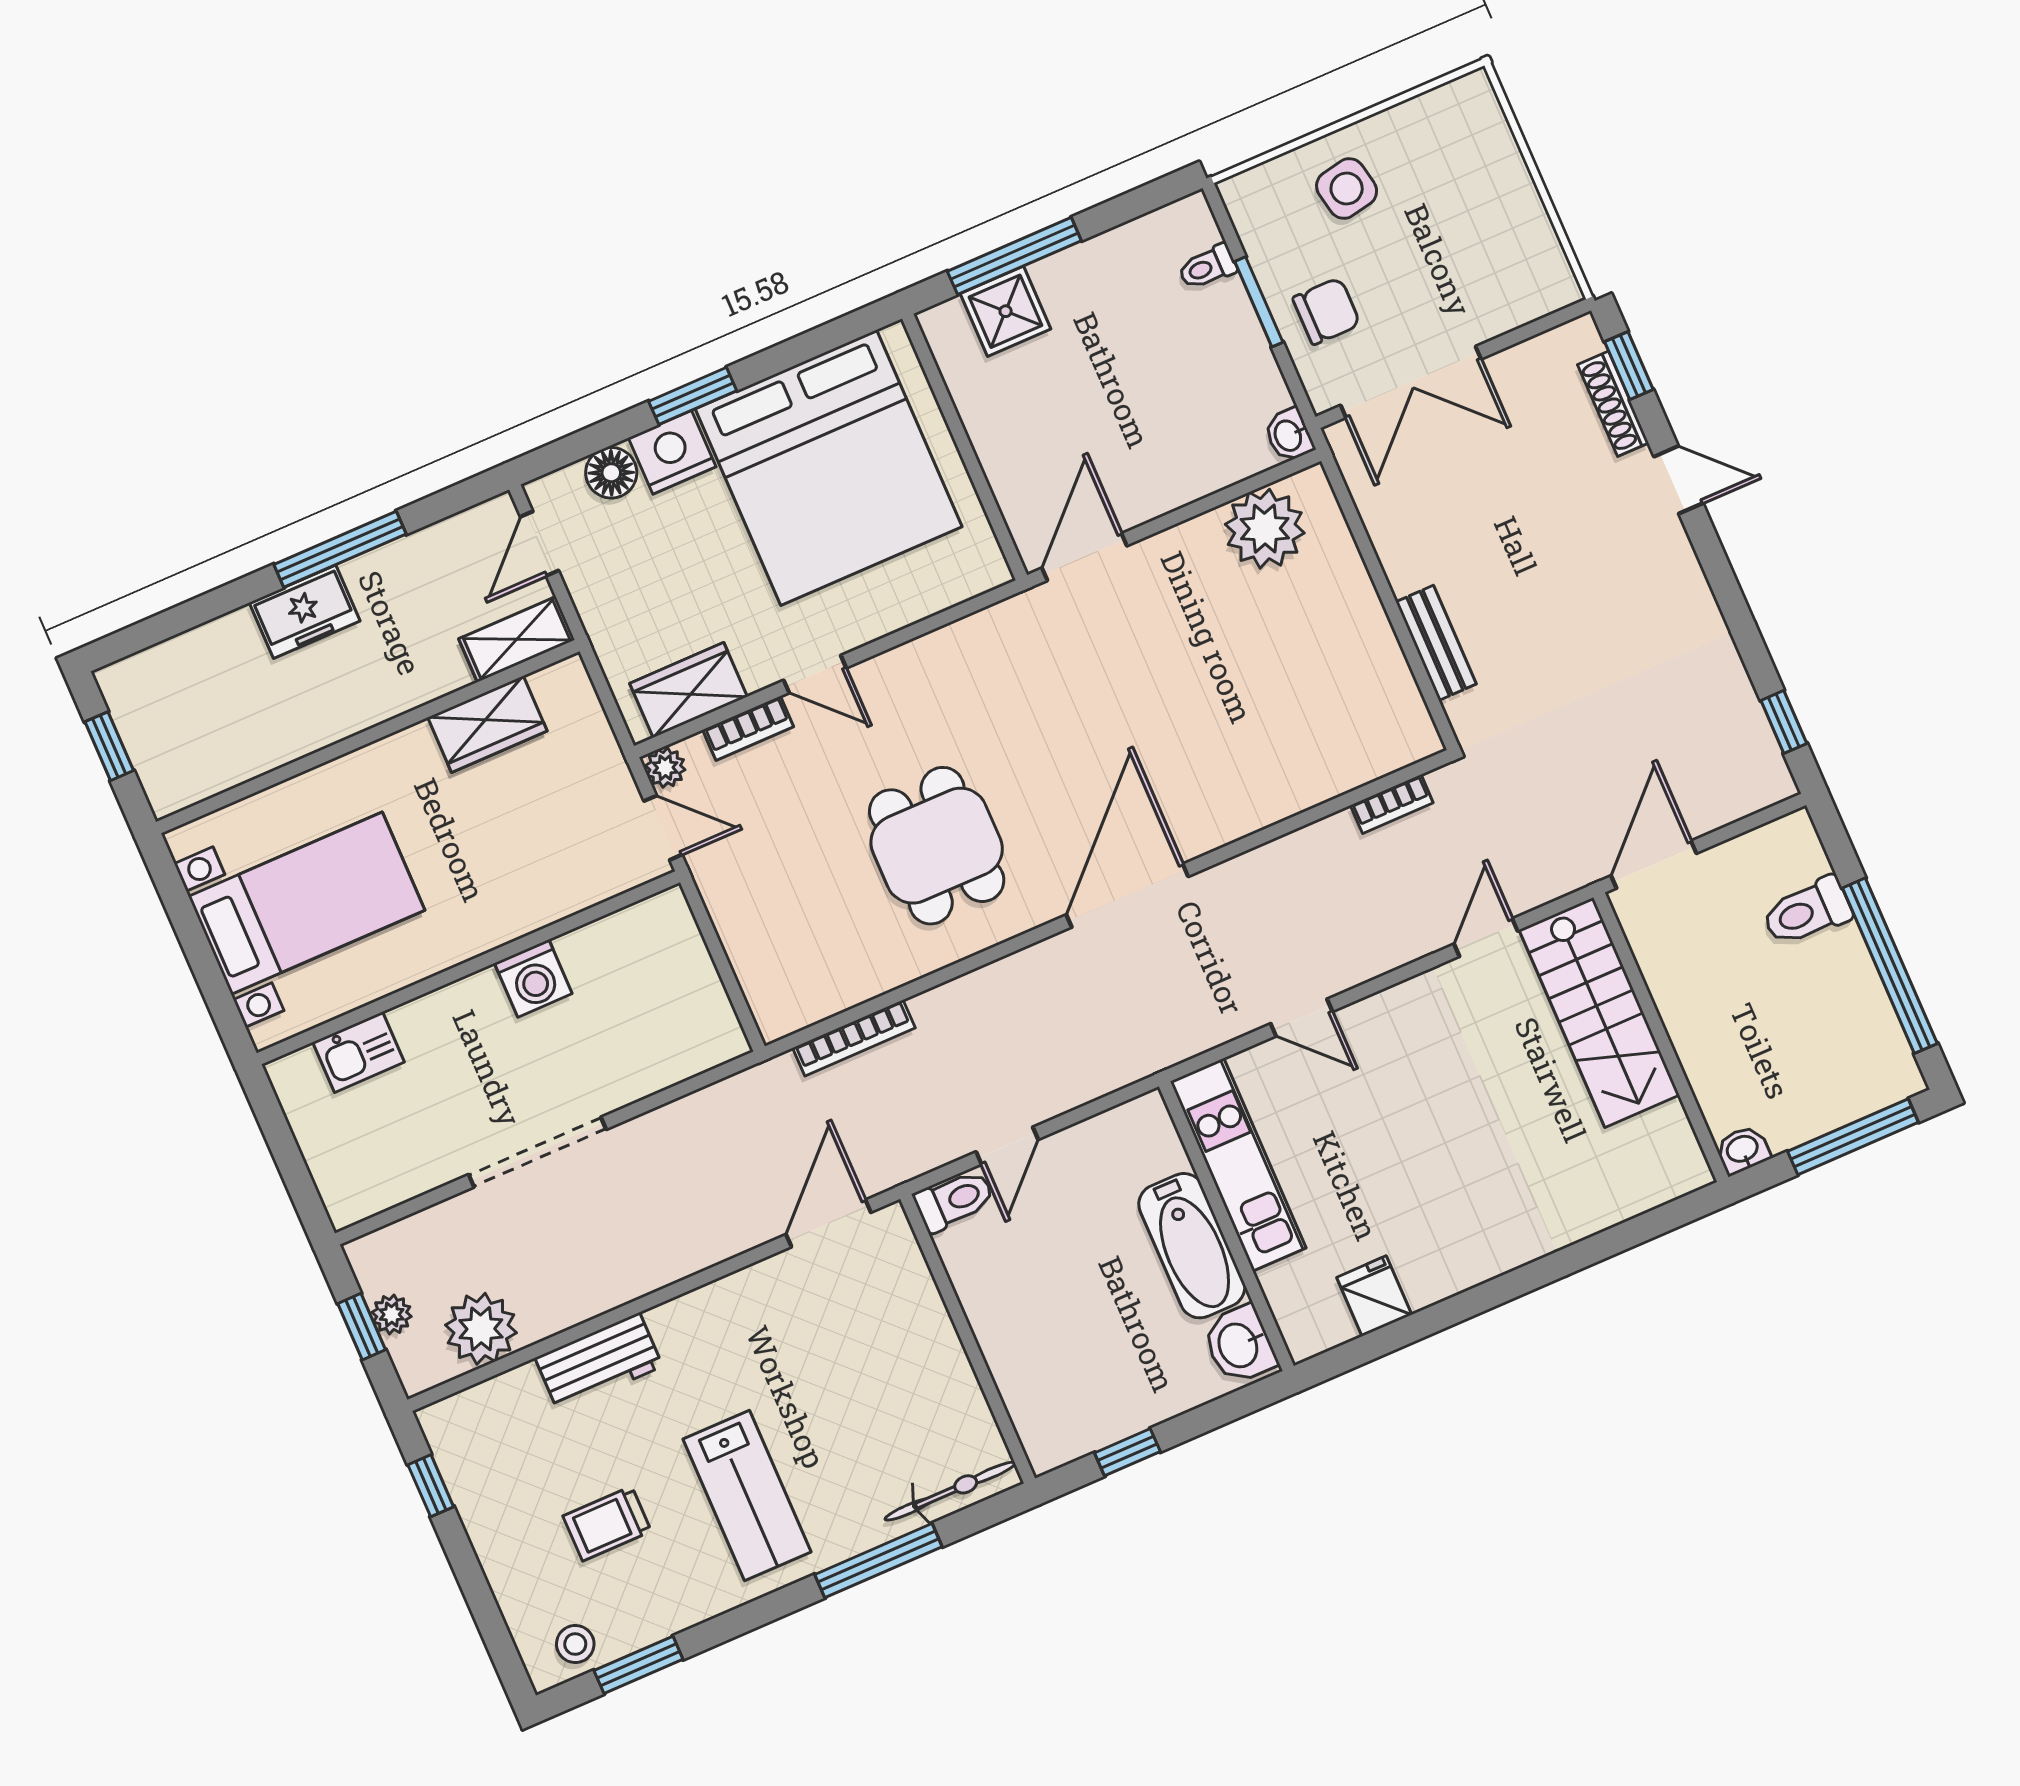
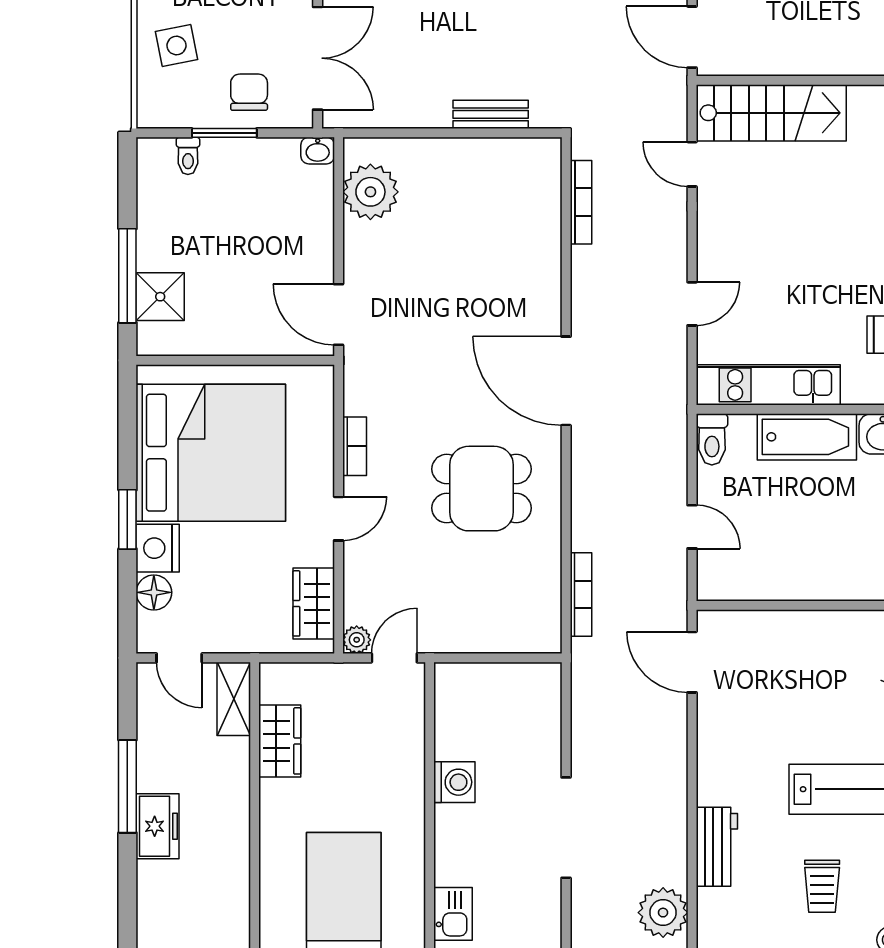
bookcase: (748, 728) -> (355, 446), moved
bookcase: (1392, 804) -> (581, 202), width x1.56
toilet: (954, 1200) -> (712, 439), moved, turned 180

